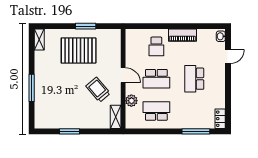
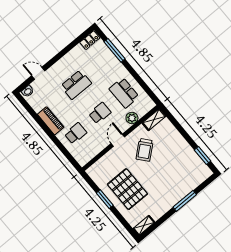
school desk: (156, 79) -> (100, 113), width x0.54
window: (69, 131) -> (202, 156), moved

